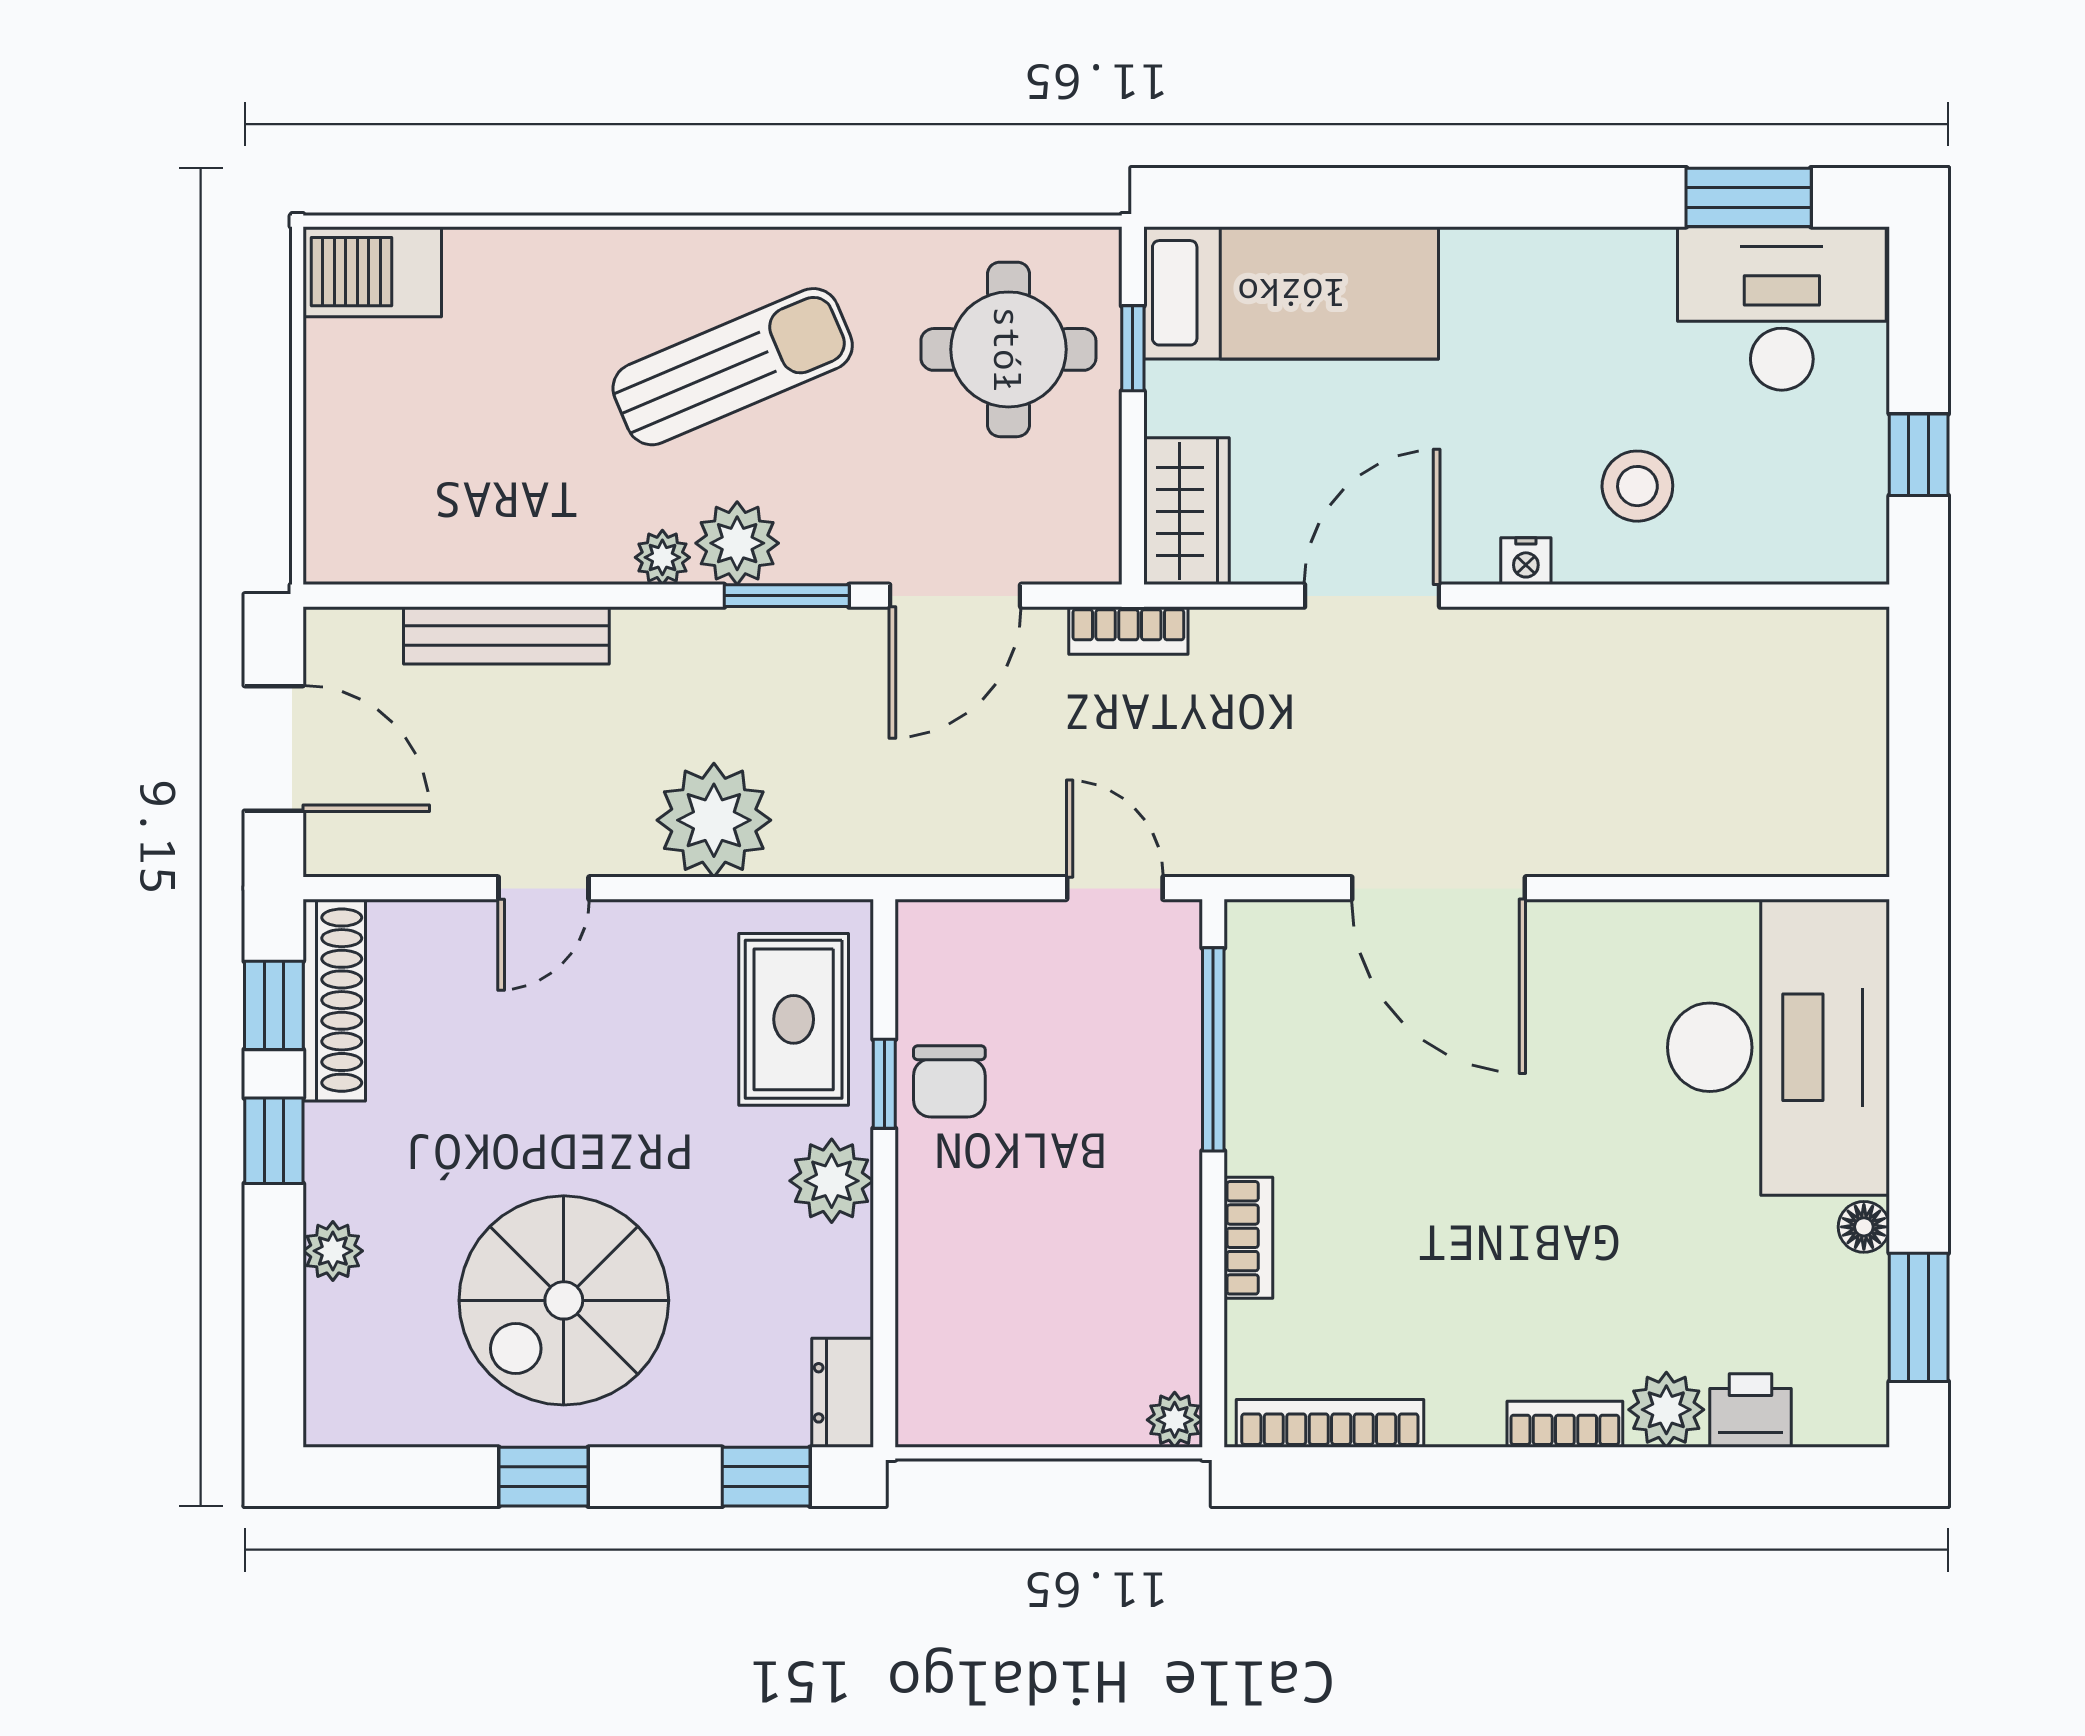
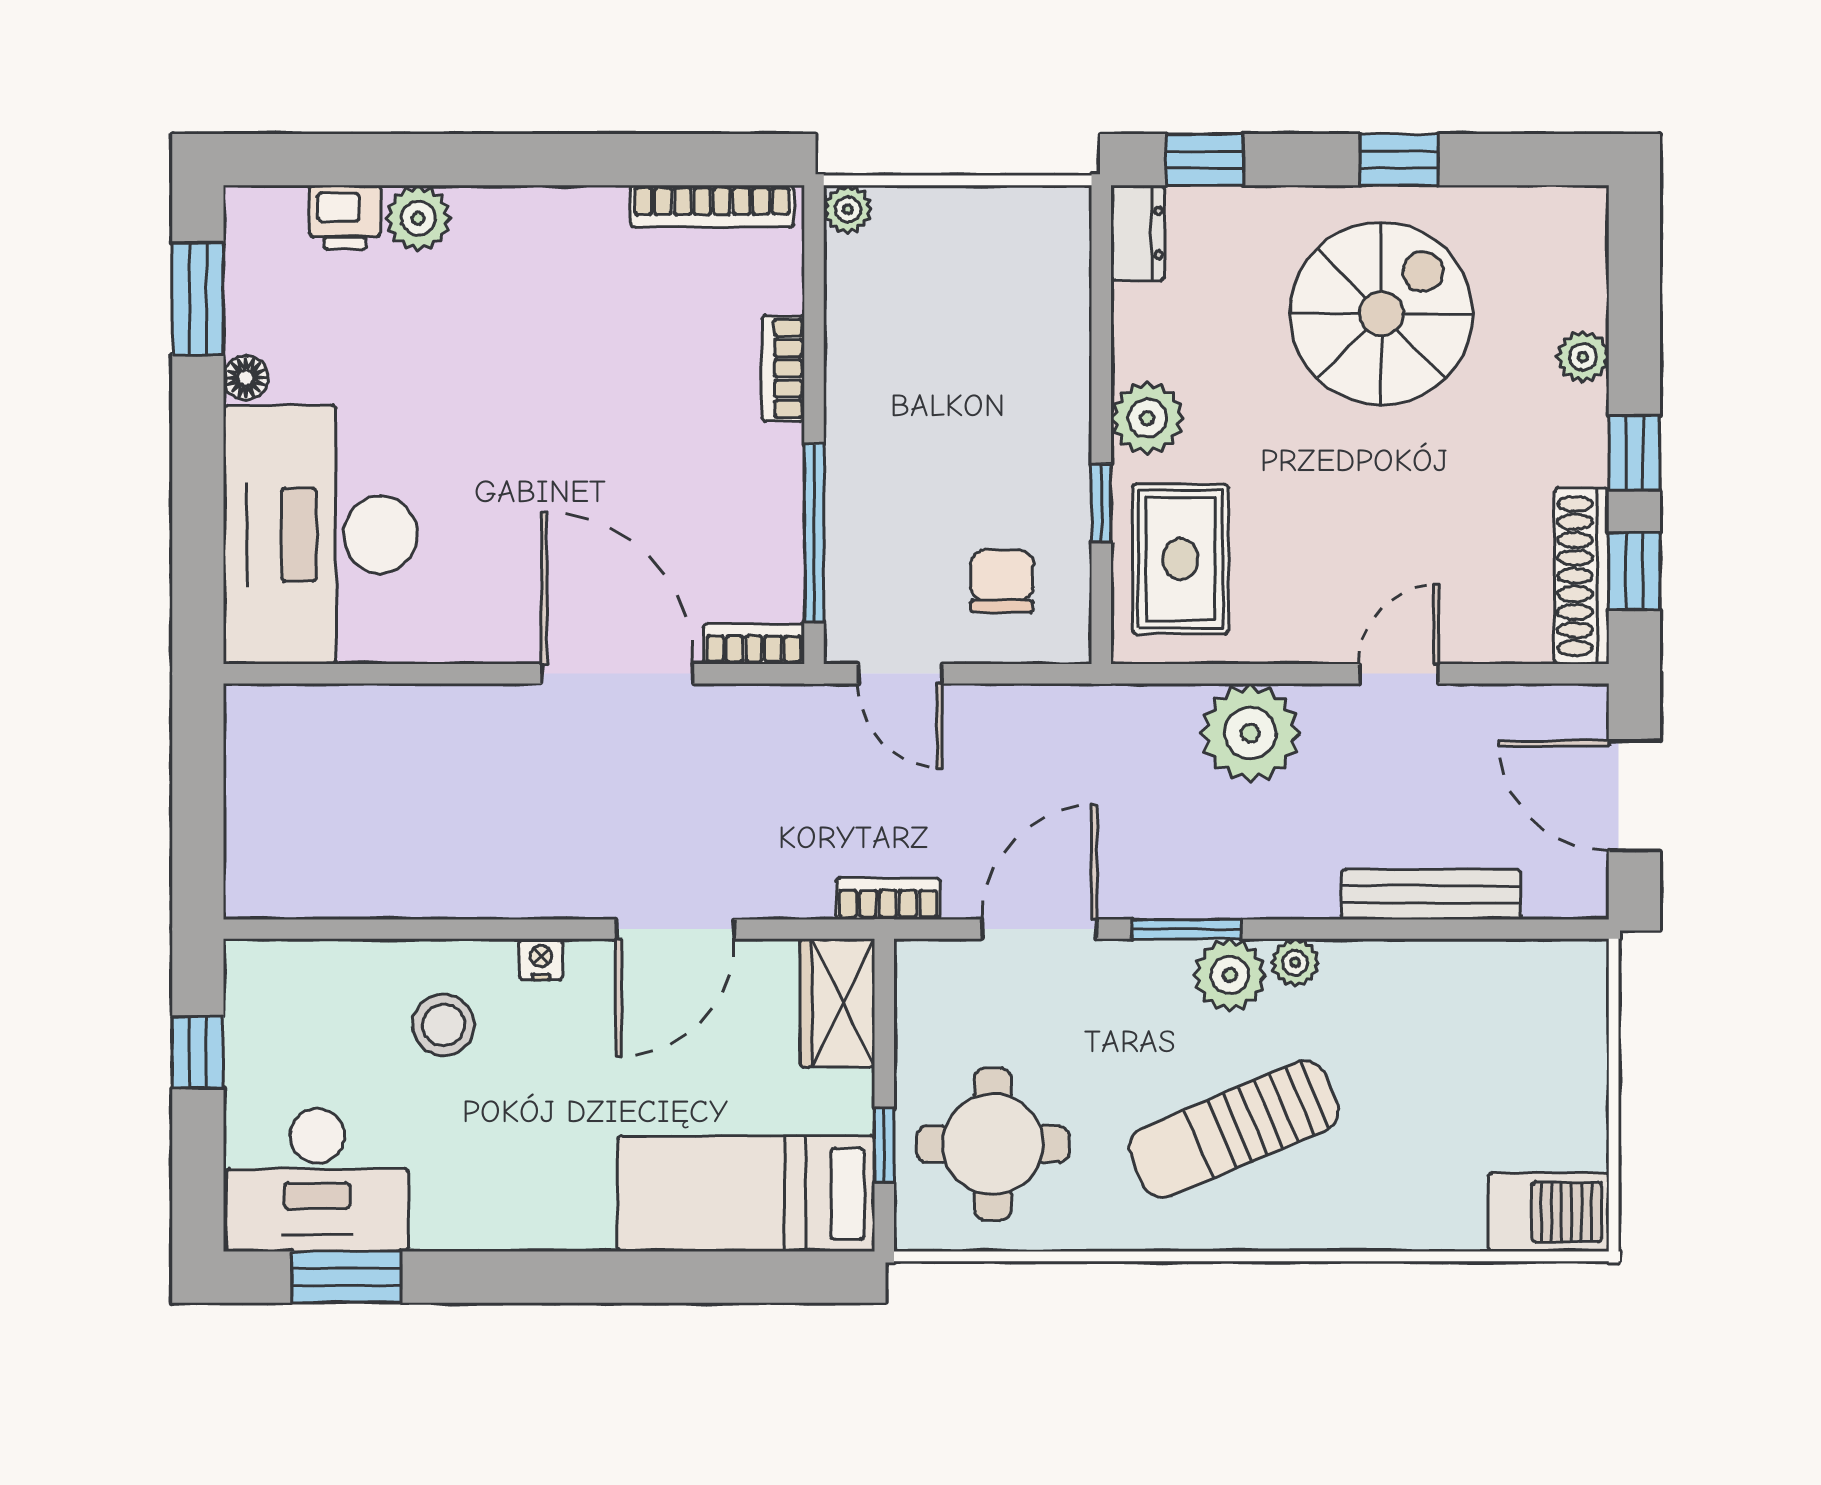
chair: (949, 1081) -> (1002, 581), moved
bookcase: (1565, 1424) -> (754, 644), moved, turned 180

